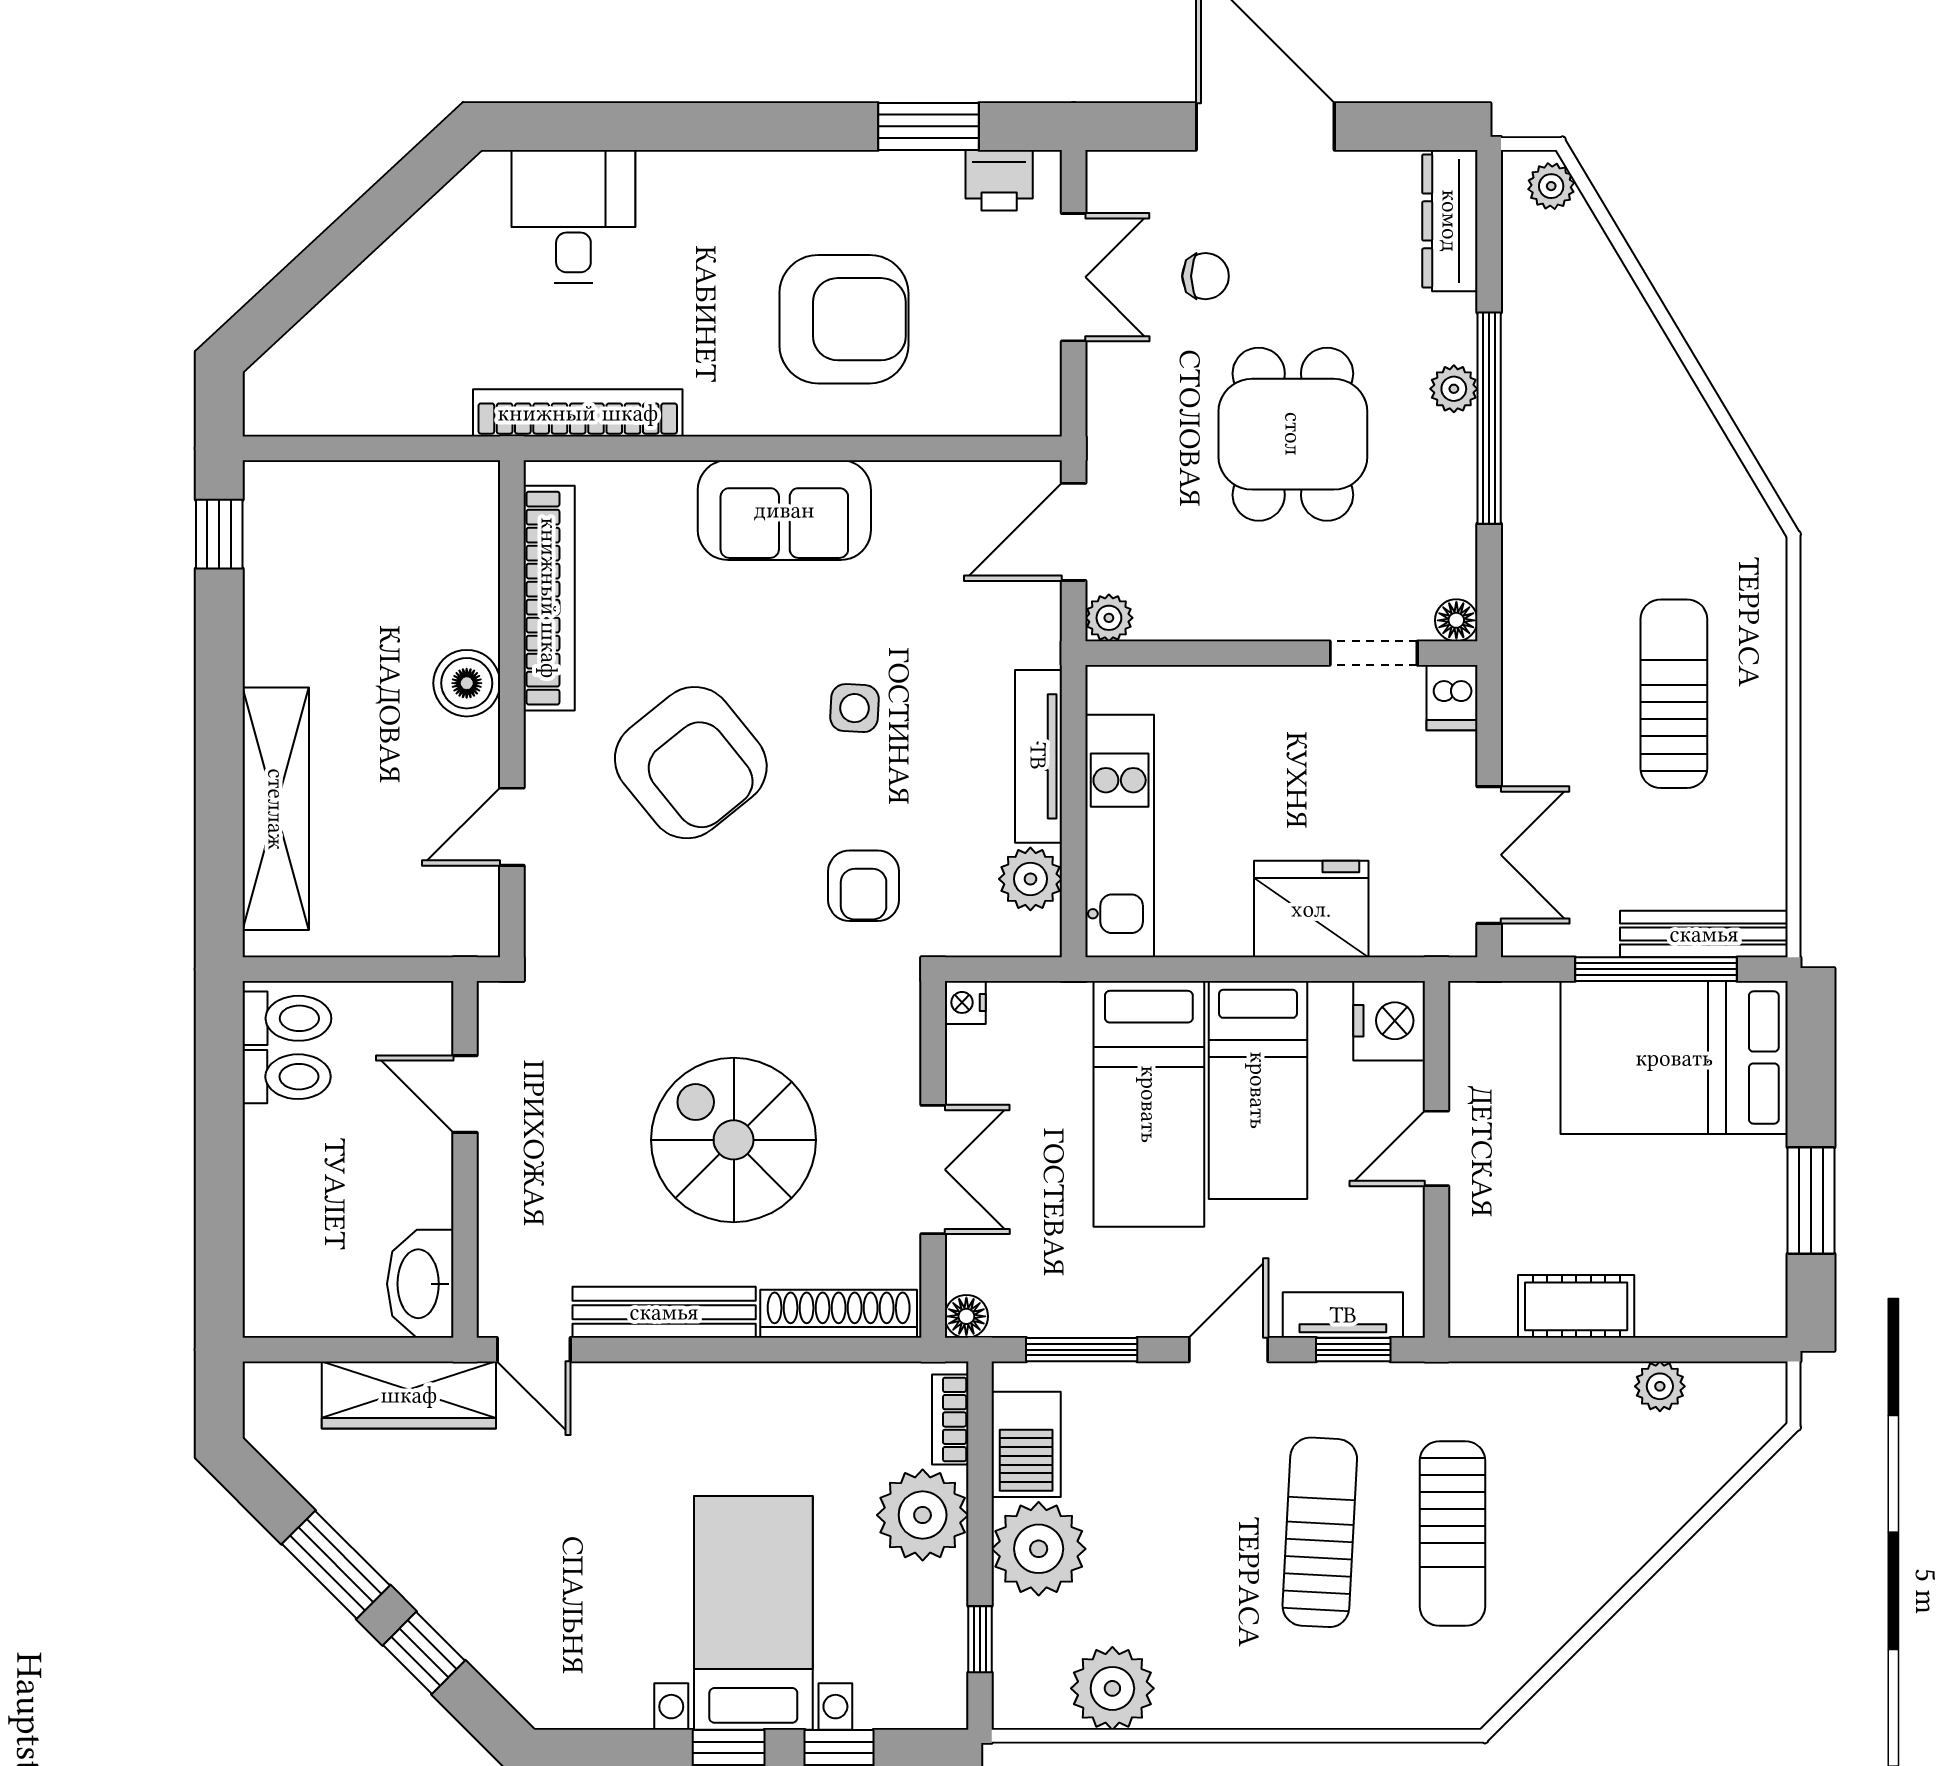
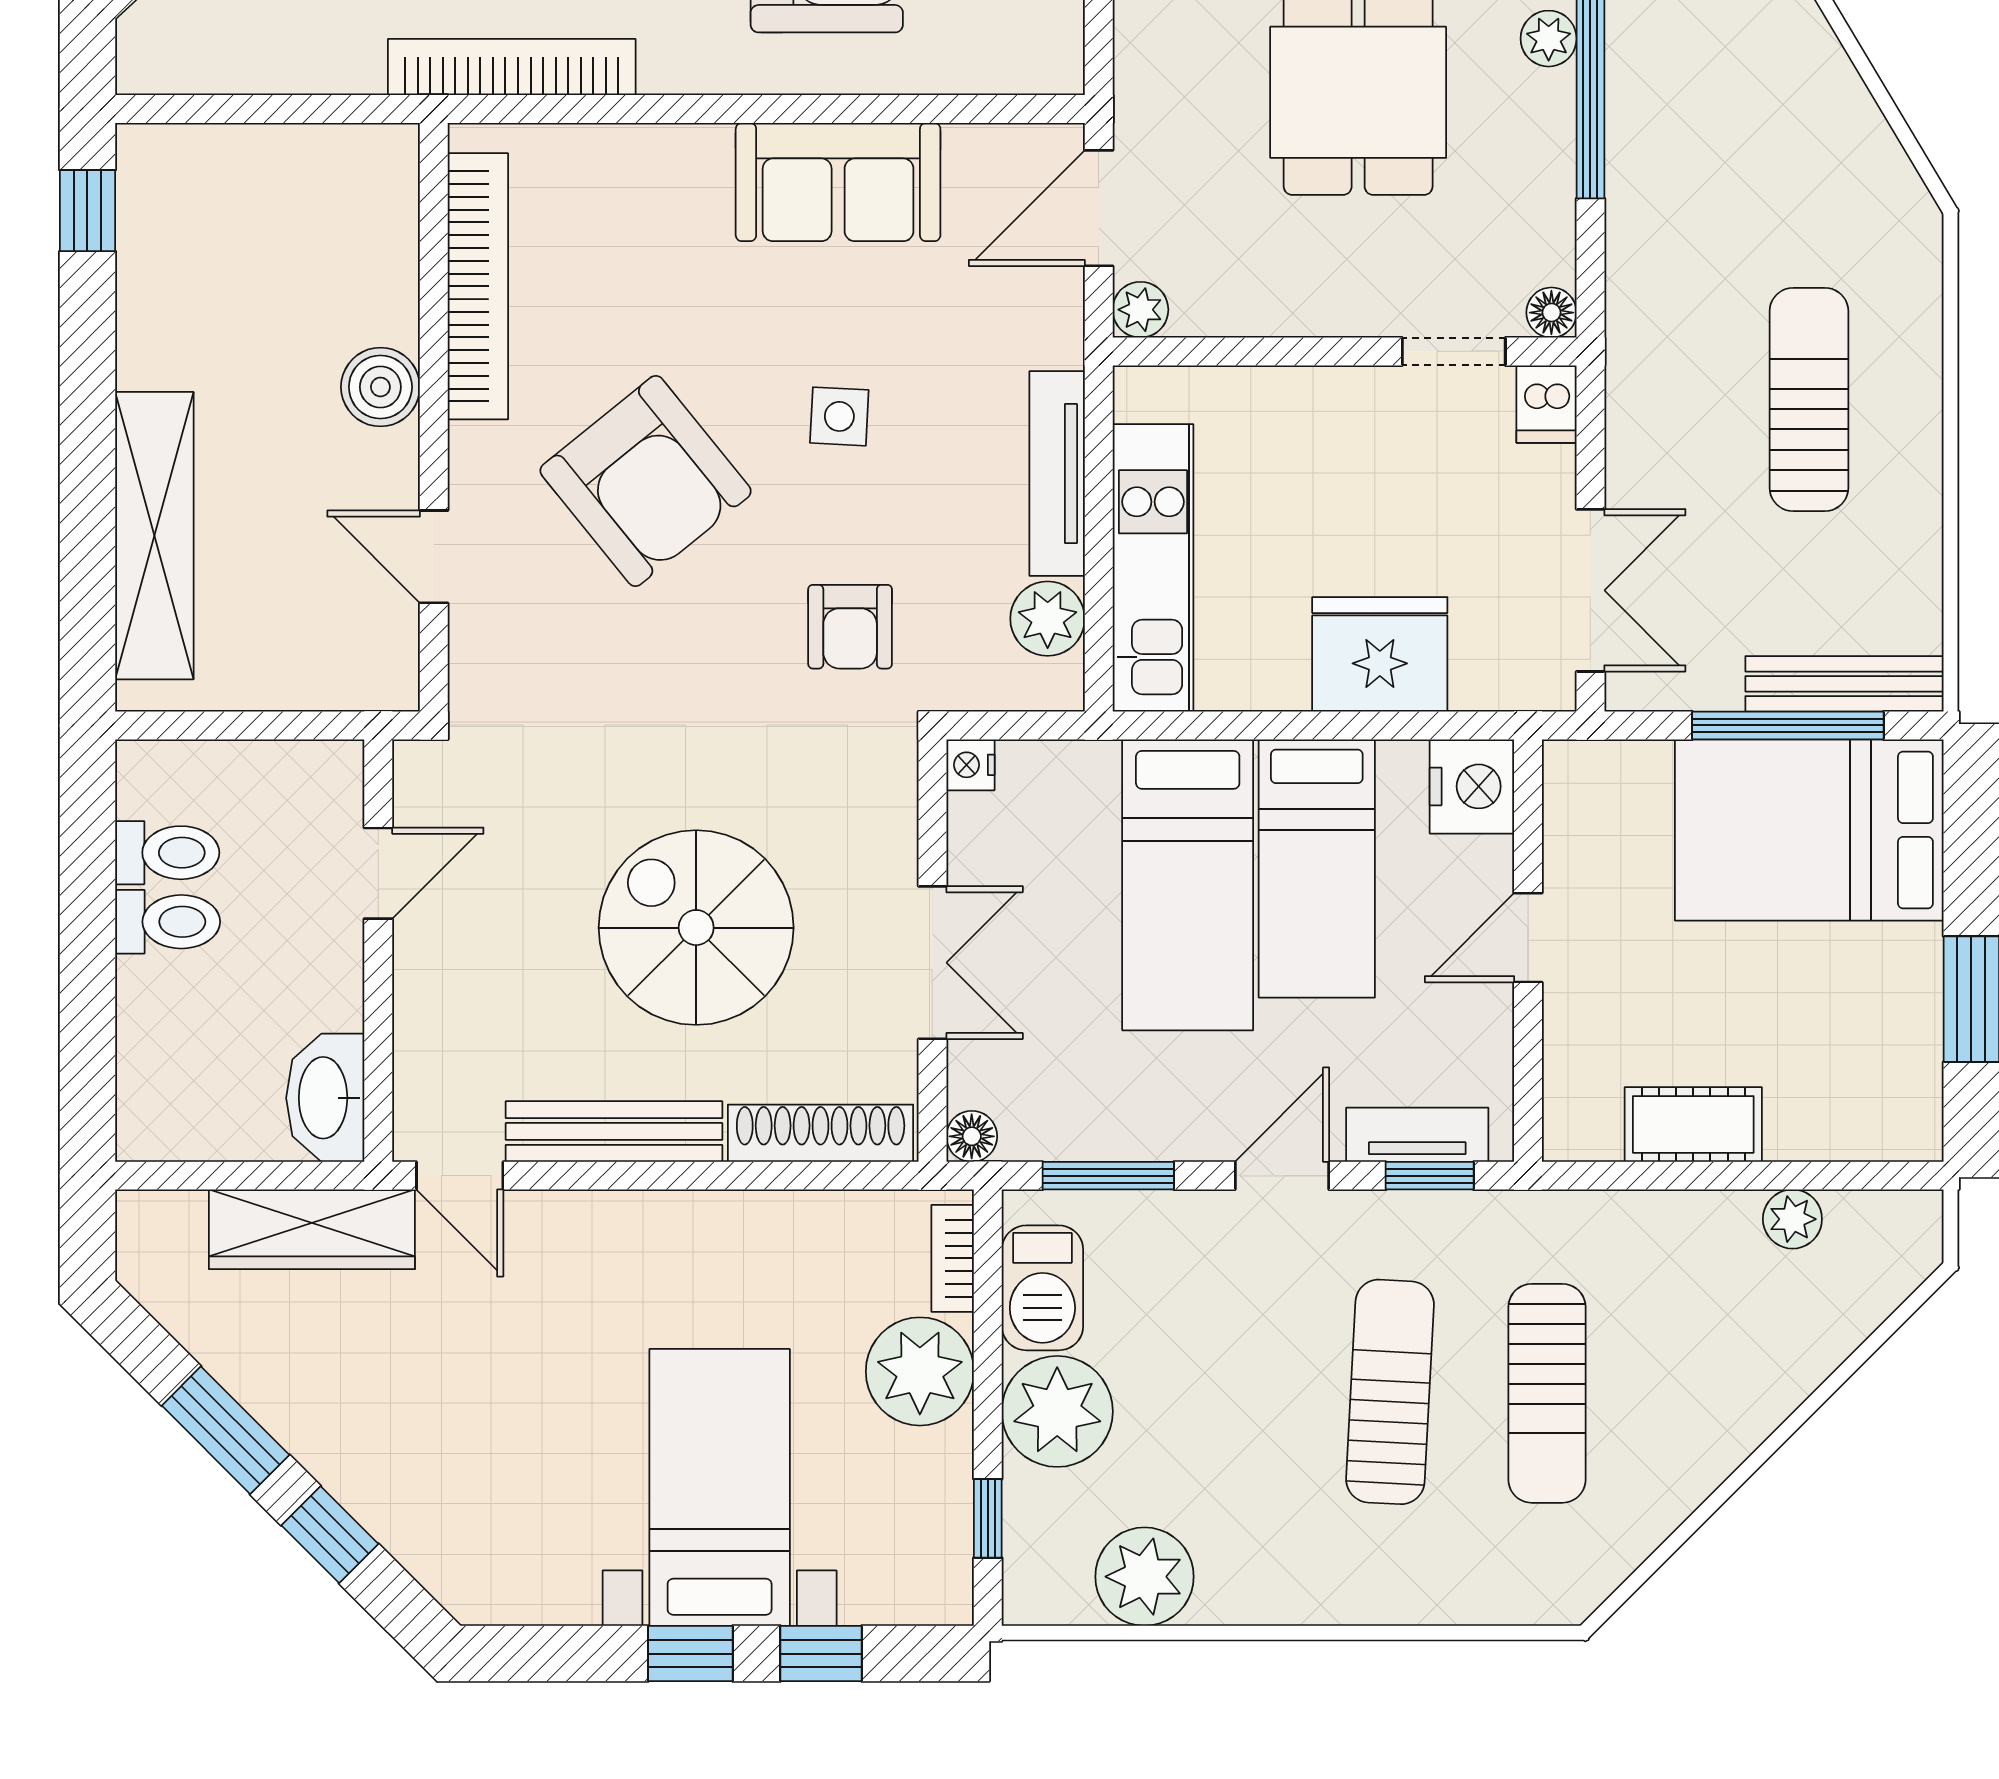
sofa: (784, 510) -> (838, 182), moved
door: (512, 827) -> (434, 557), hinge flipped
toilet: (287, 1018) -> (168, 922), moved
door: (465, 1094) -> (378, 873), swing flipped

